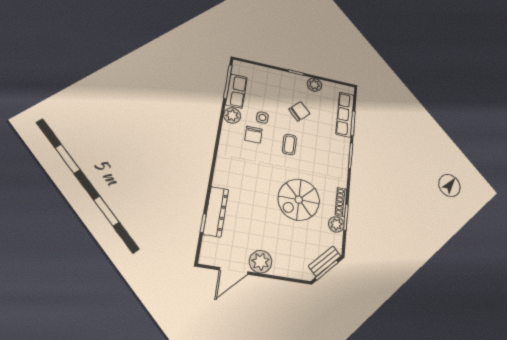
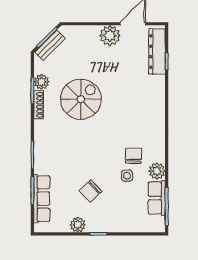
coffee table: (289, 144) -> (97, 153), removed
dresser: (216, 212) -> (157, 52), moved

